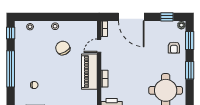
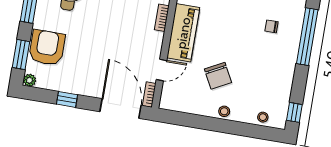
door: (131, 17) -> (120, 108), moved
window: (167, 17) -> (67, 99), moved
armchair: (174, 48) -> (47, 48), width x1.88, depth x1.88
window: (11, 69) -> (307, 37), moved

